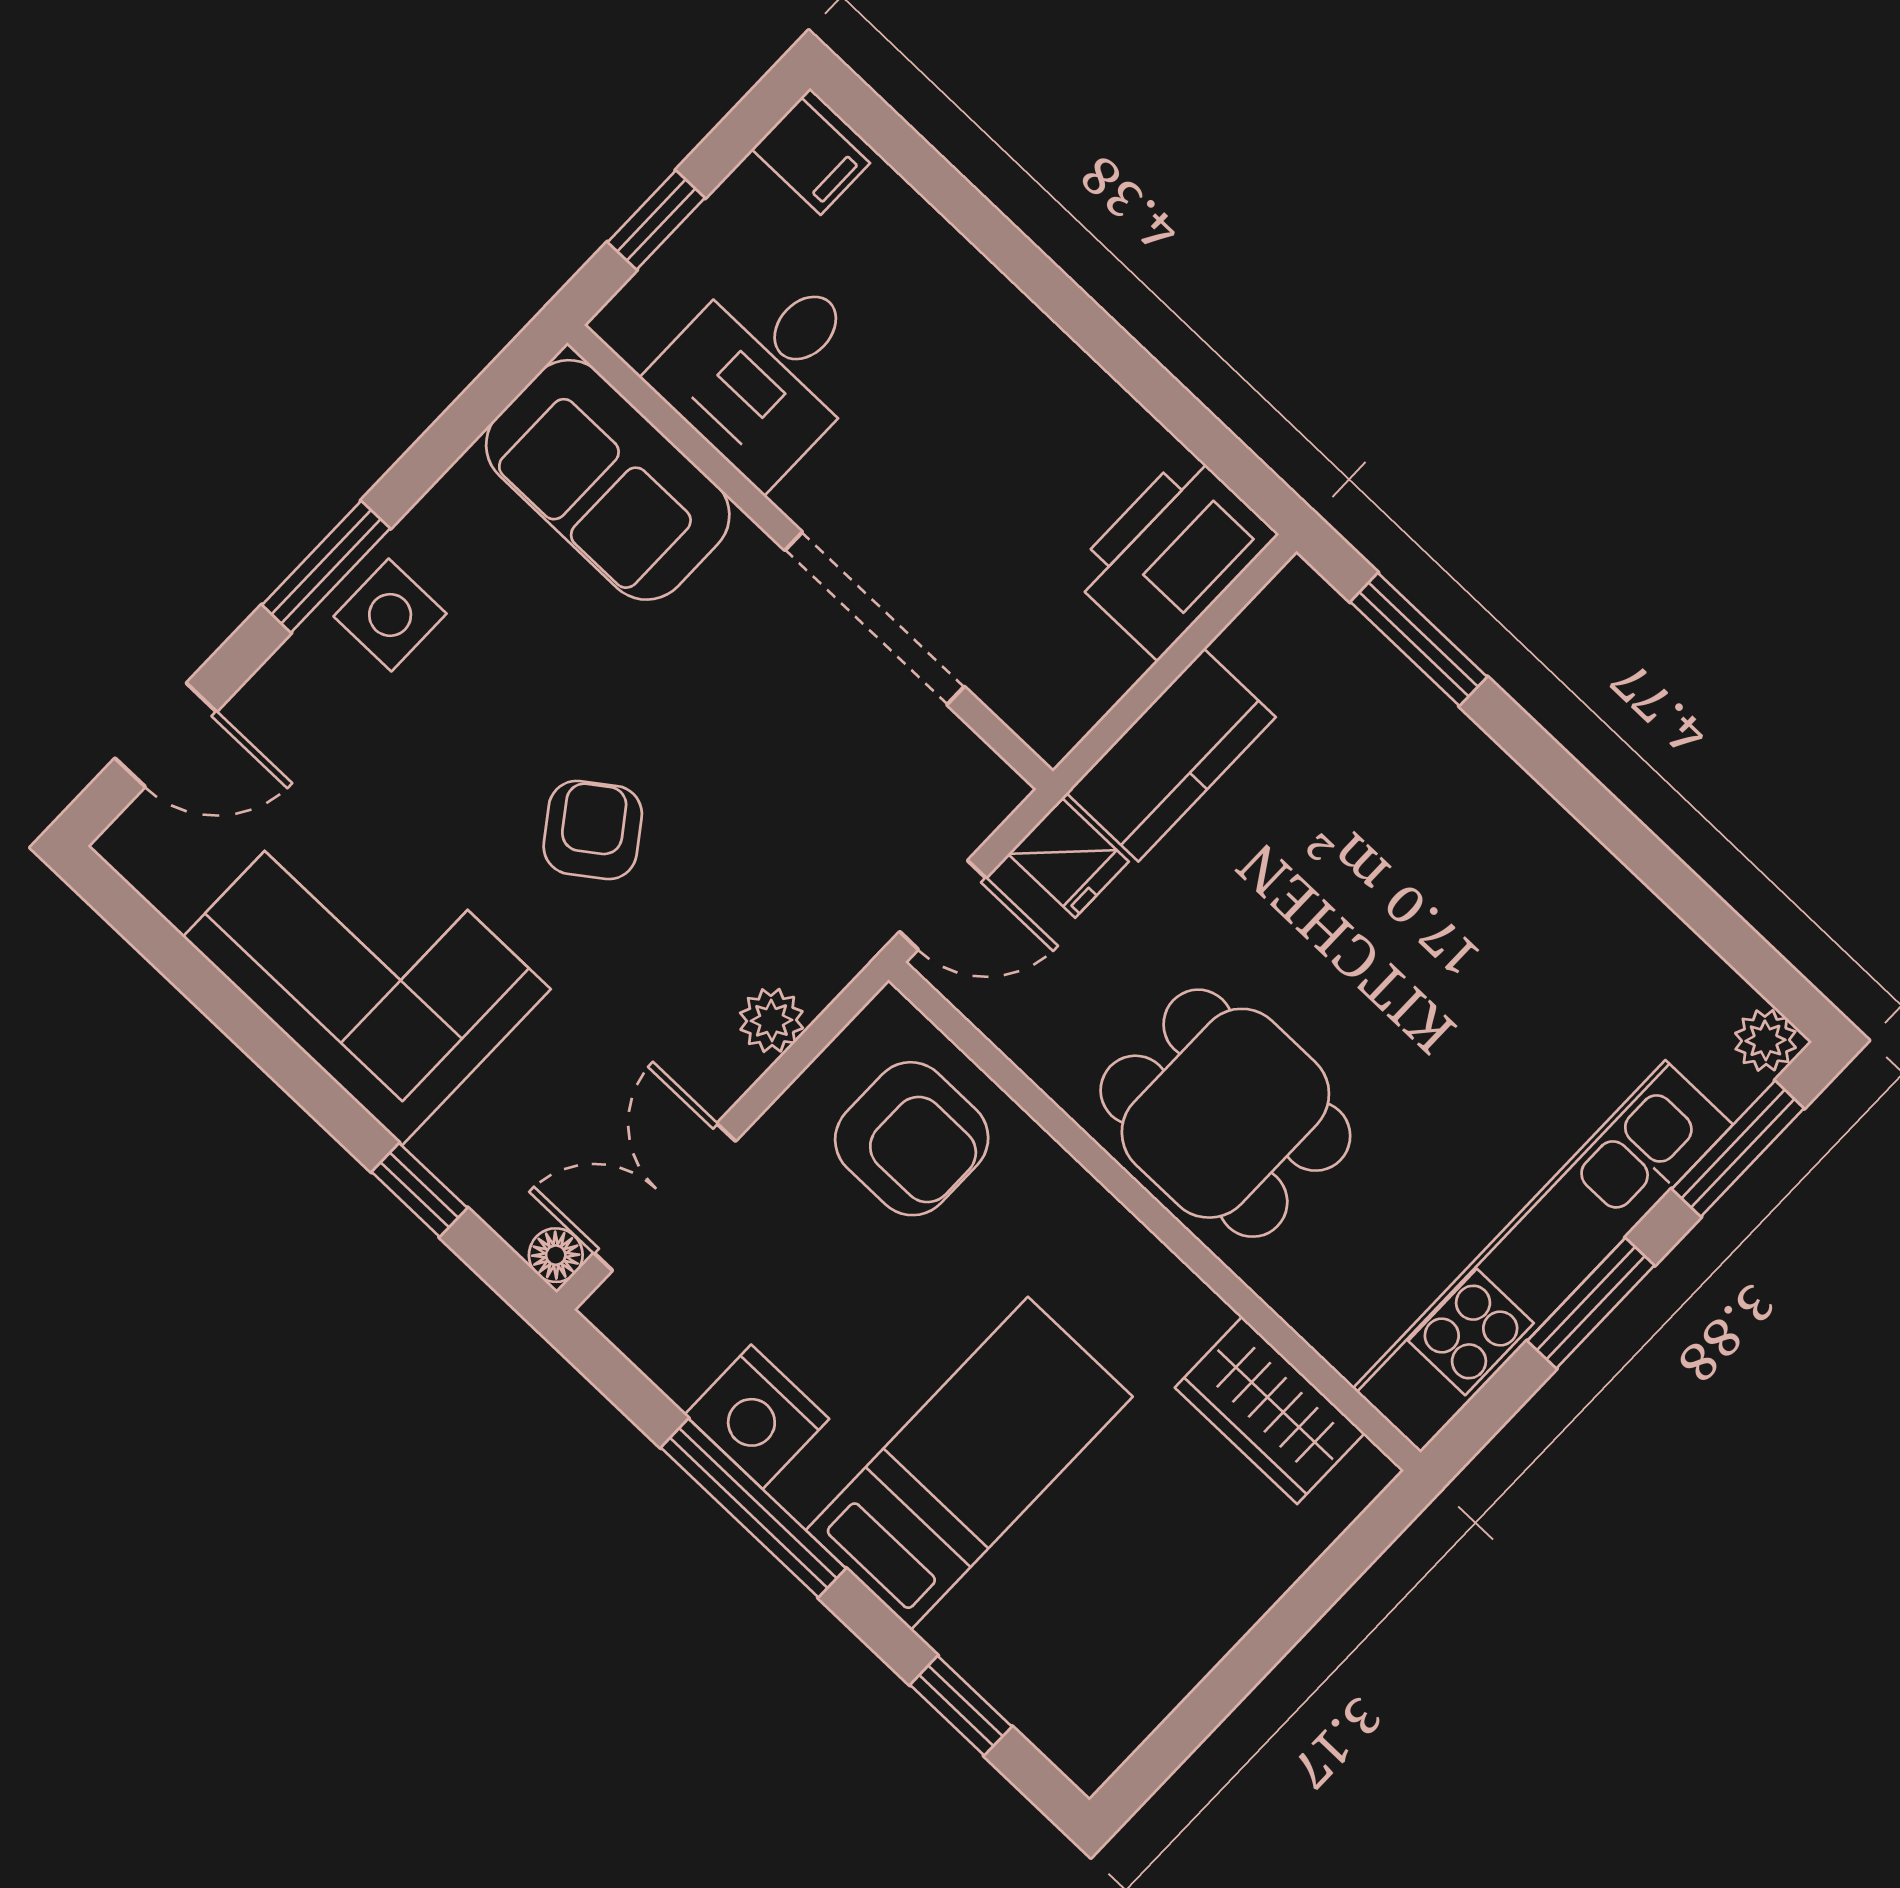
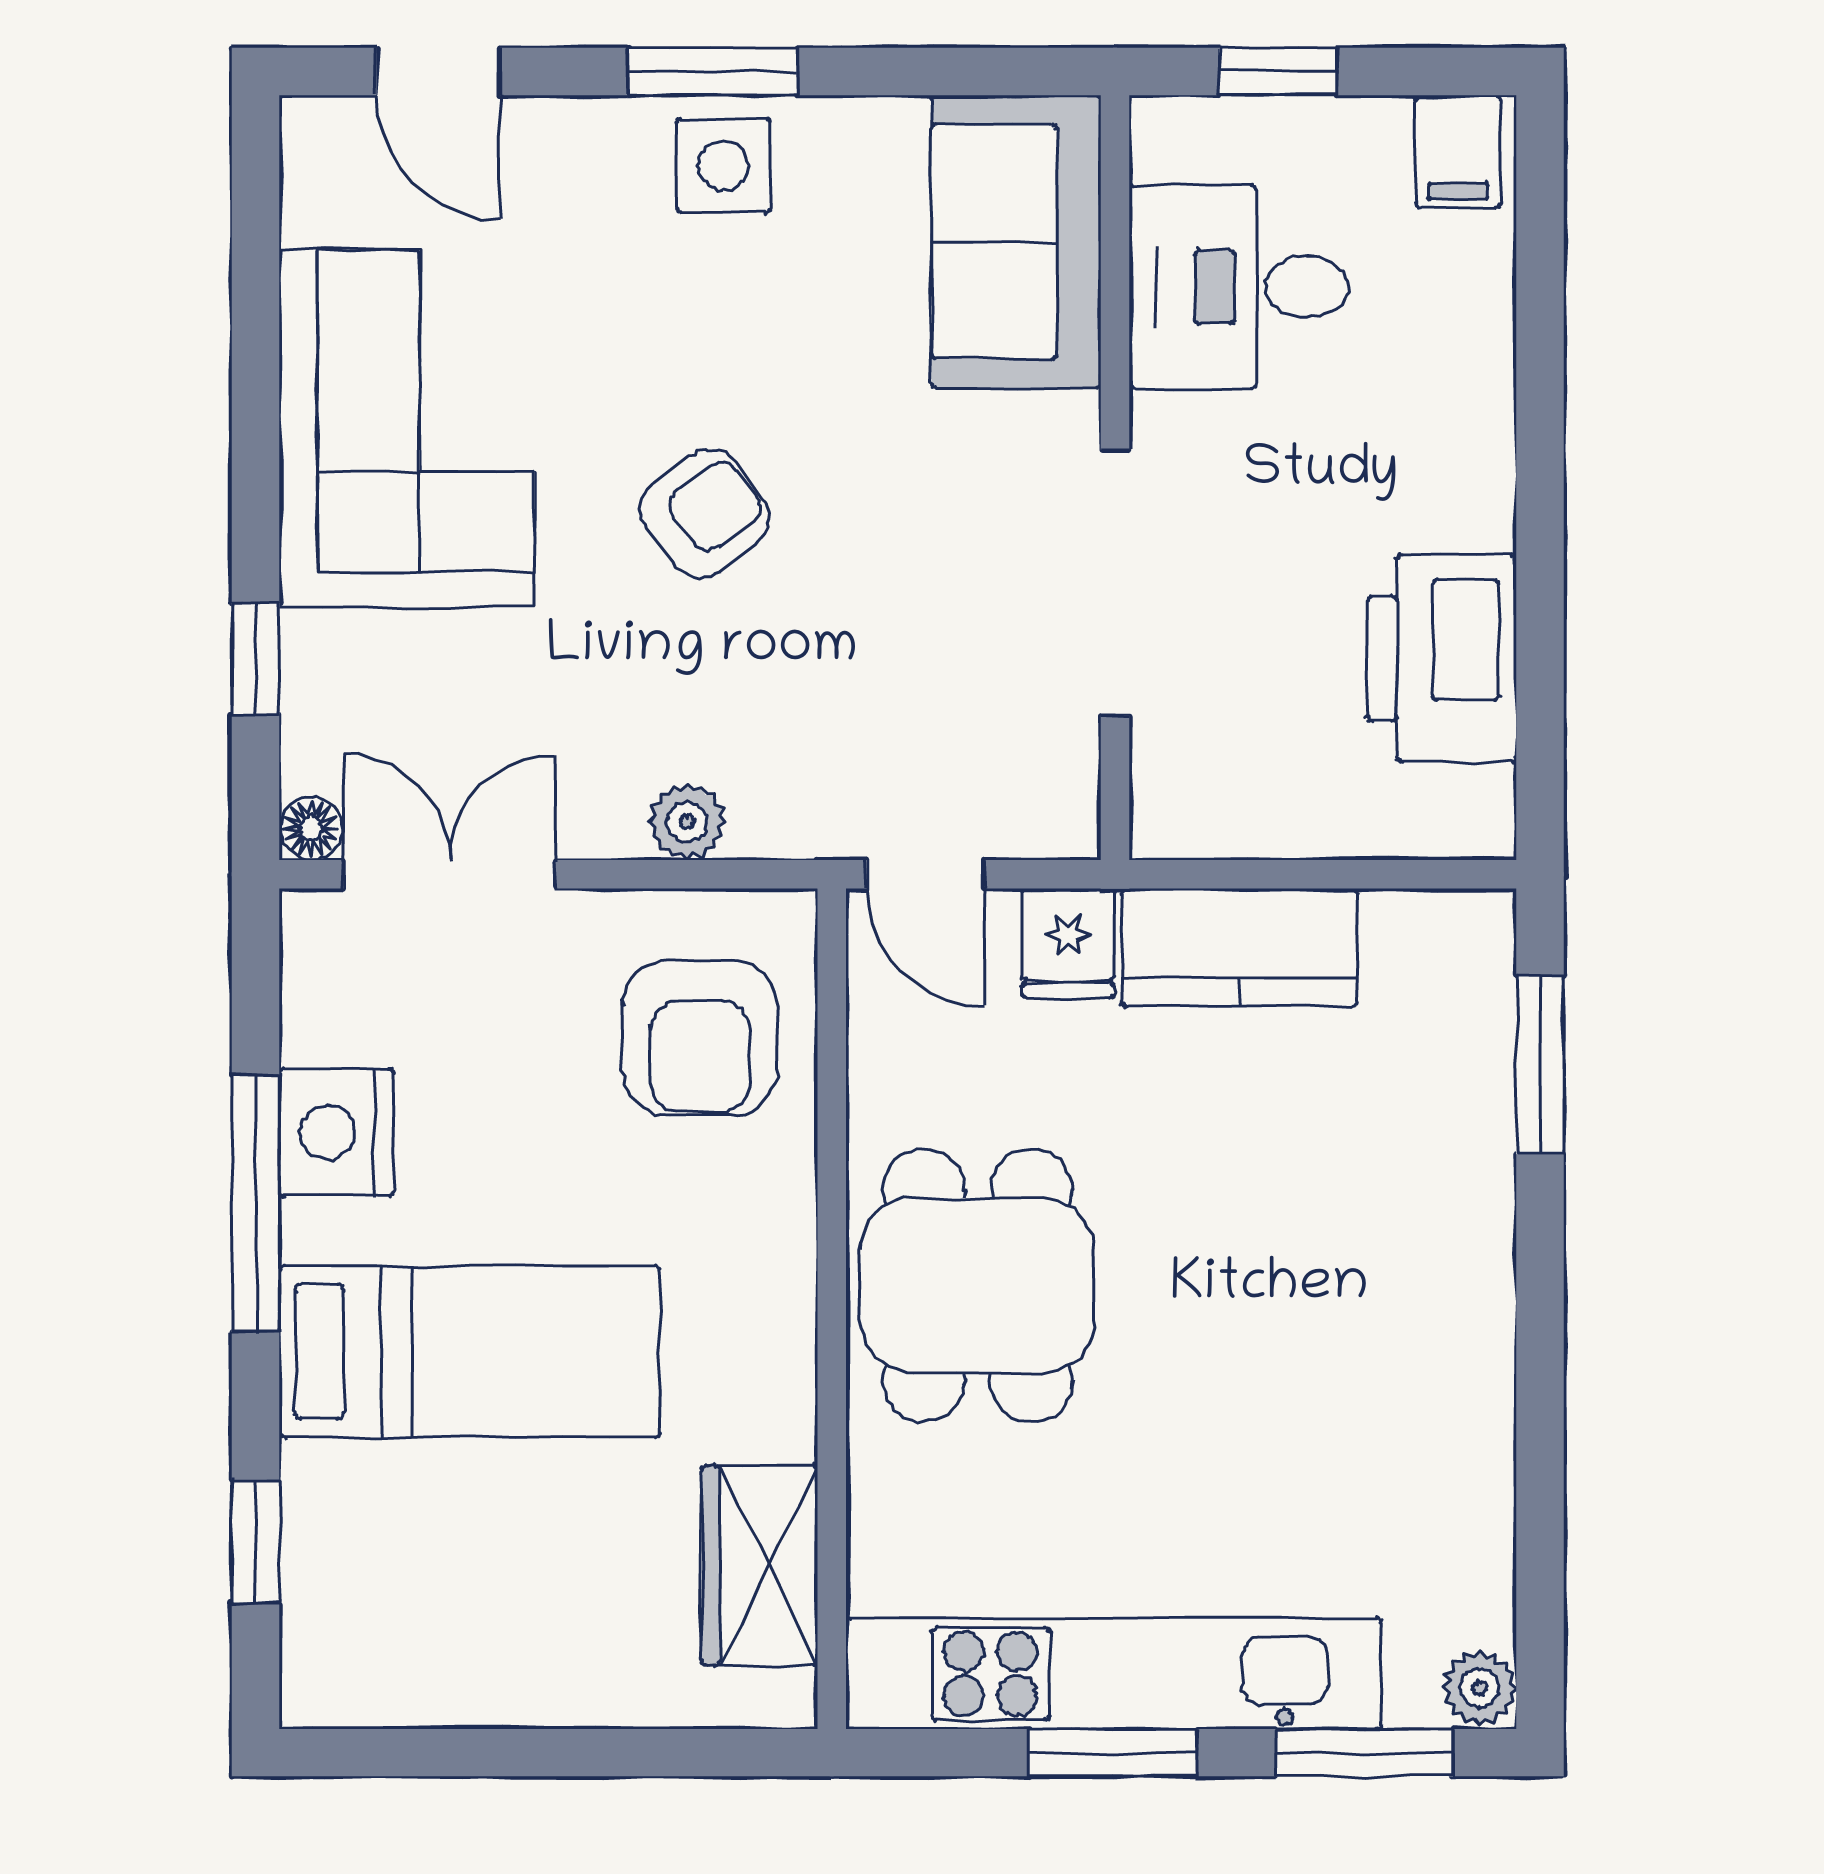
printer: (1173, 554) -> (1442, 658), moved, turned -90

